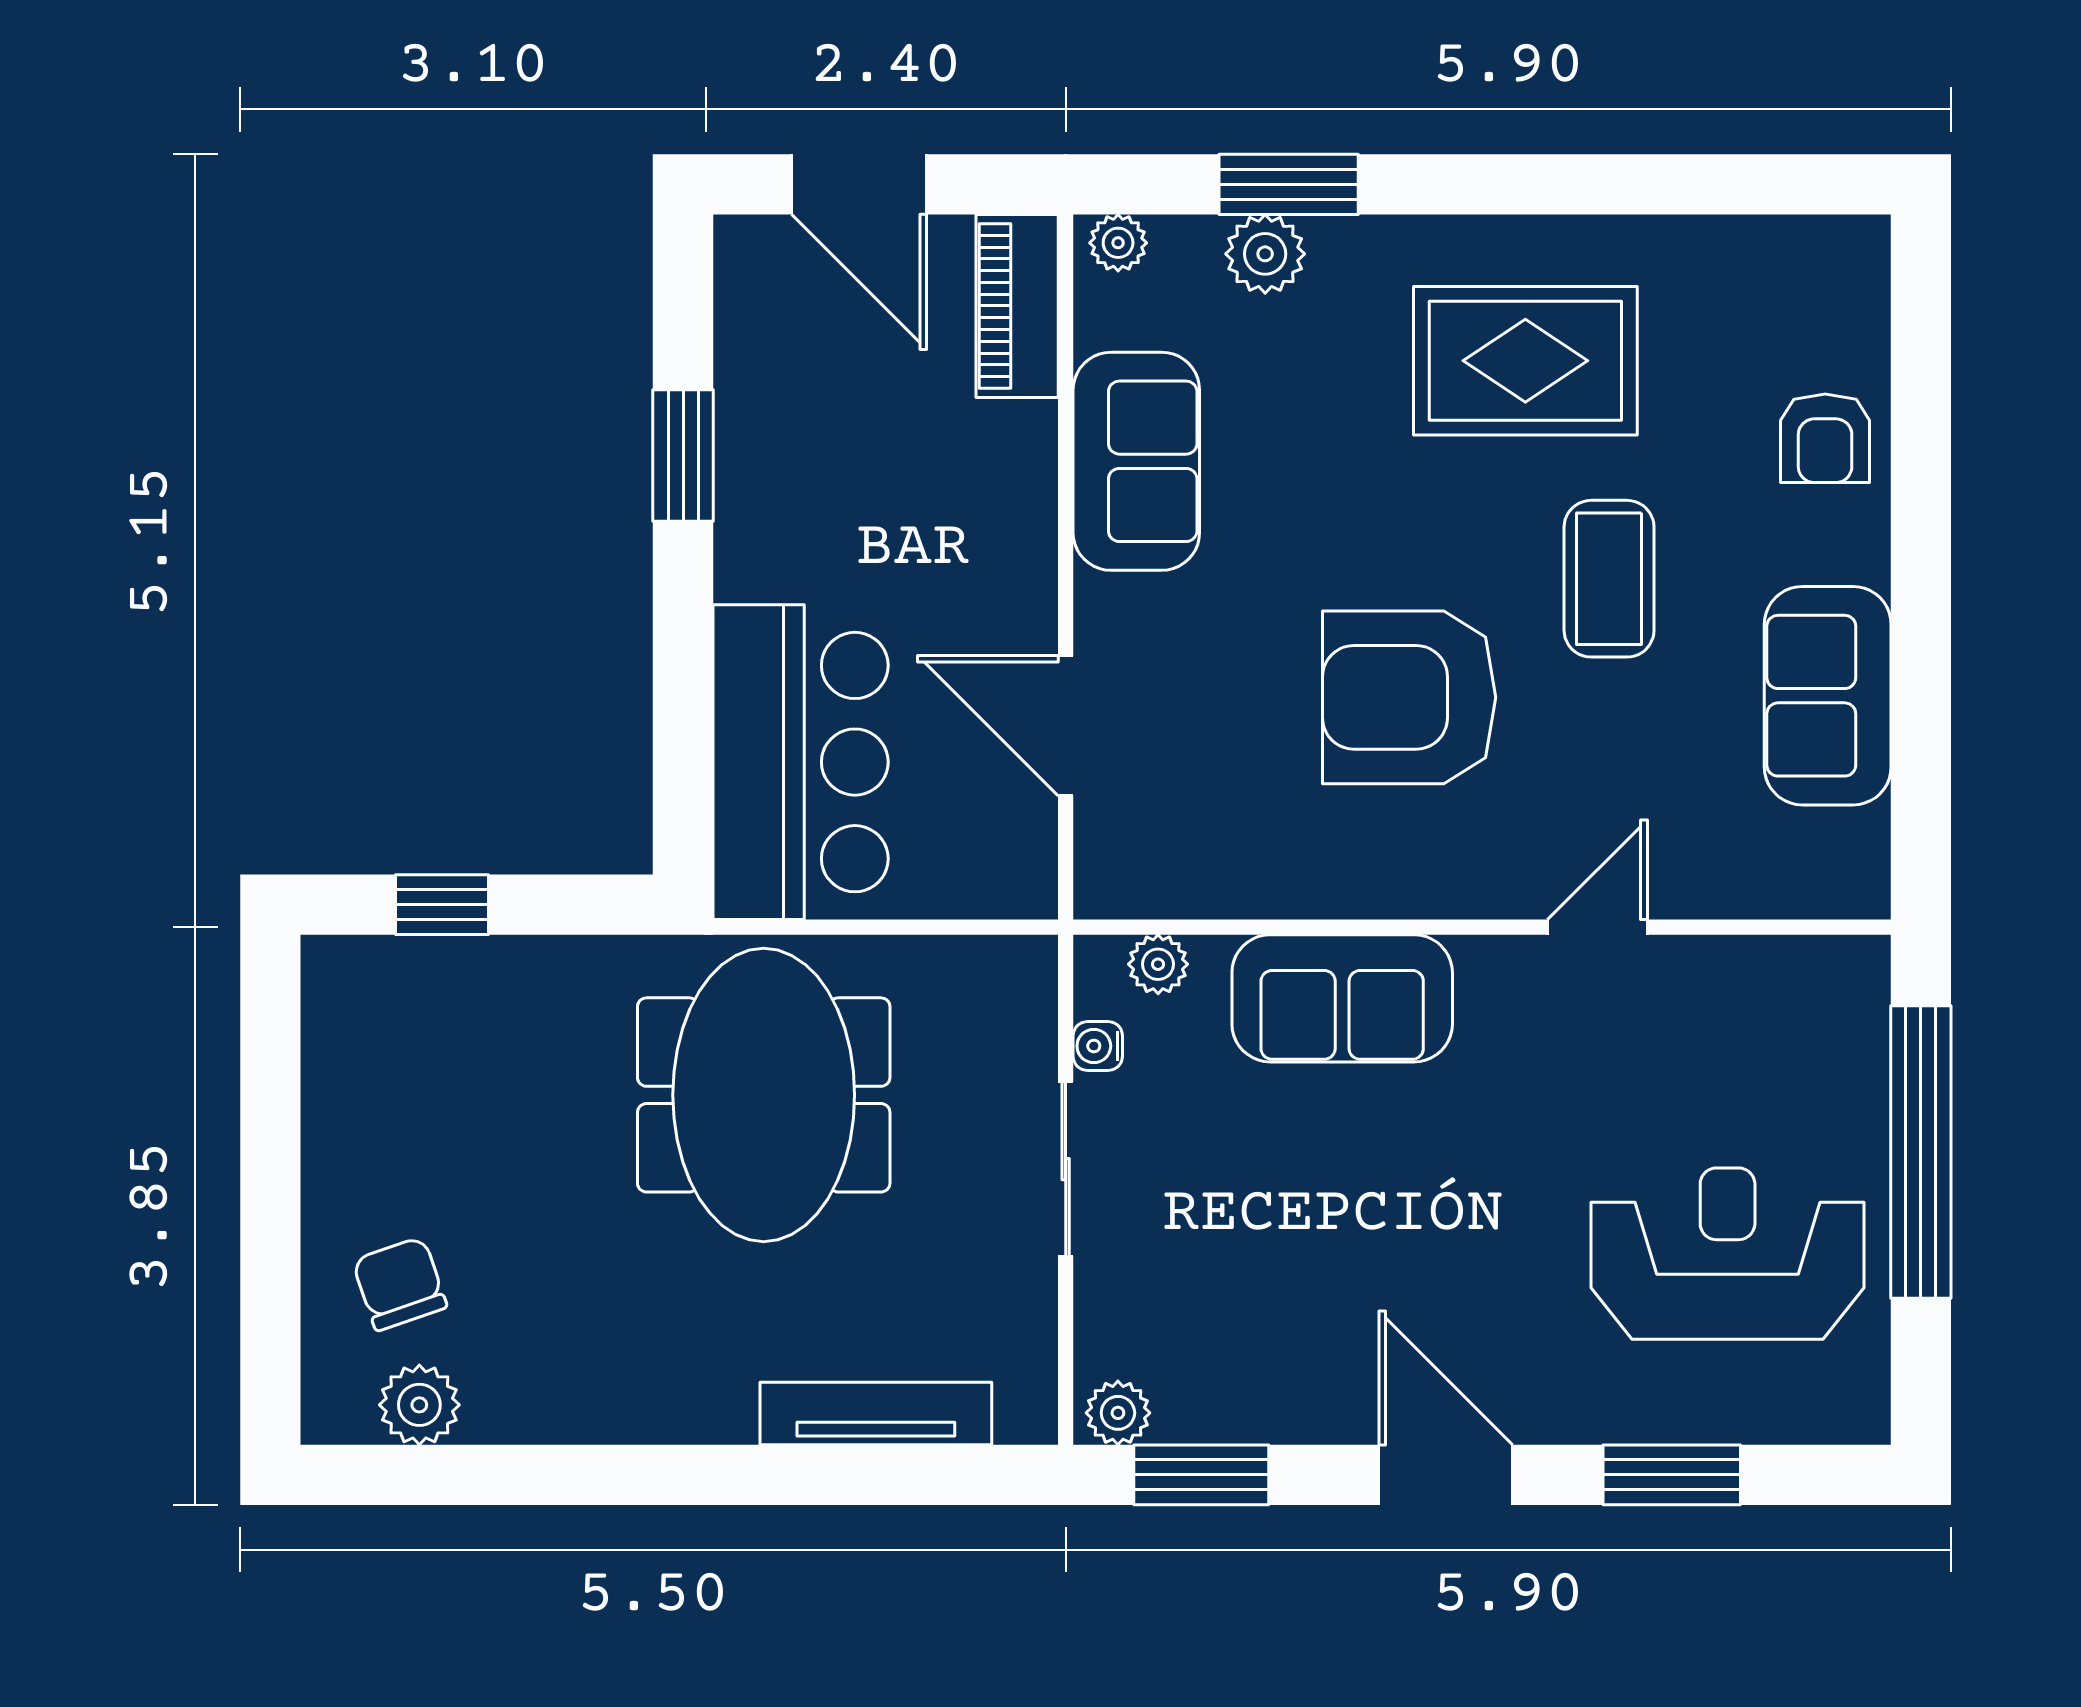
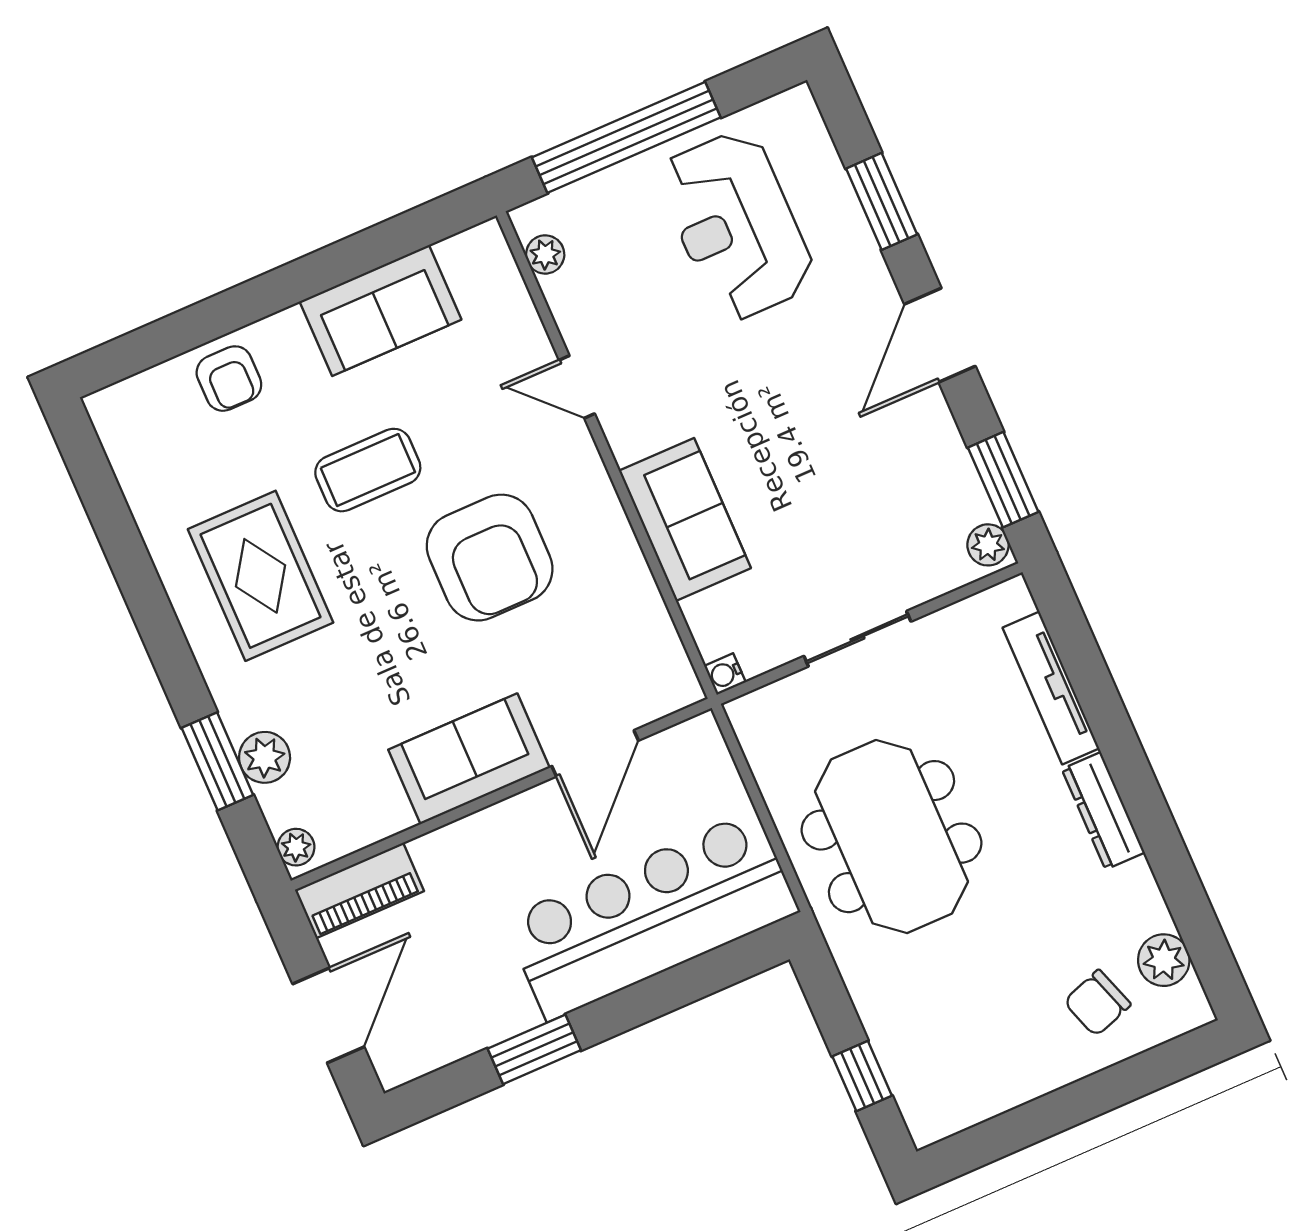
armchair: (1825, 438) -> (229, 379), turned 90
sofa: (1136, 461) -> (469, 759), moved
bar counter: (801, 762) -> (651, 916), width x1.36
plant: (1158, 964) -> (545, 254), moved
water cooler: (1098, 1046) -> (725, 674), moved, turned 90
meeting table: (764, 1095) -> (892, 837), turned 90
dresser: (669, 1411) -> (1103, 811), added

